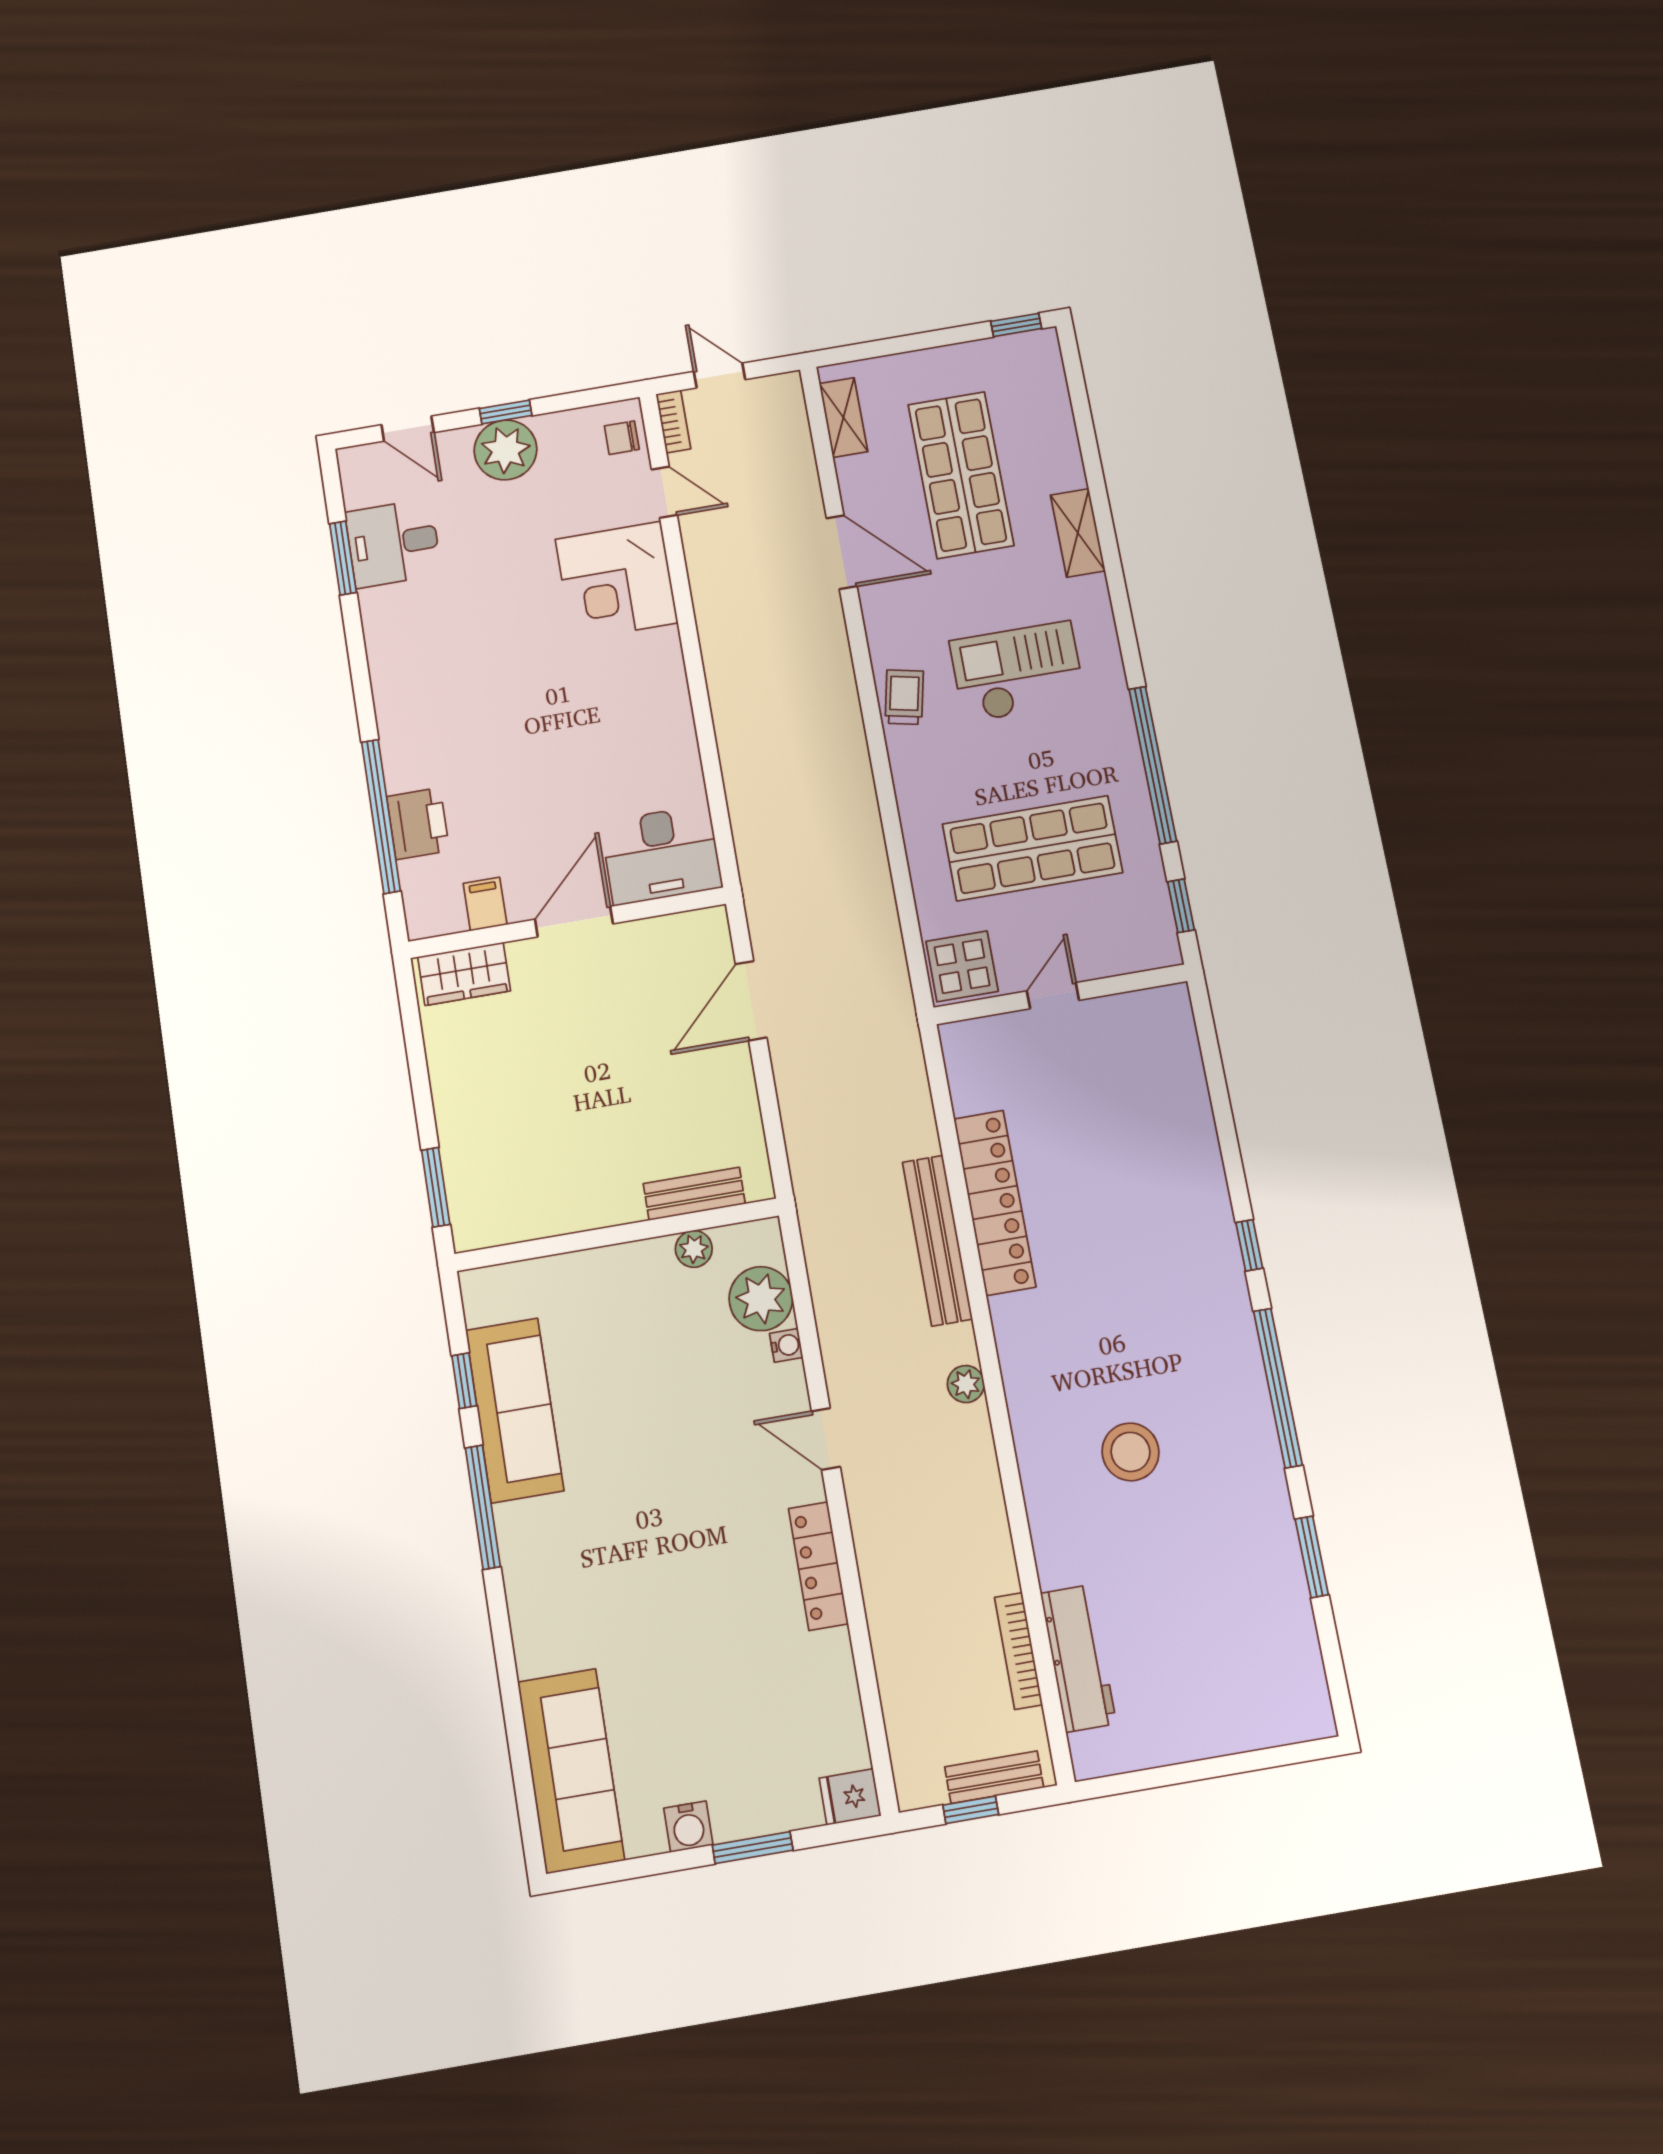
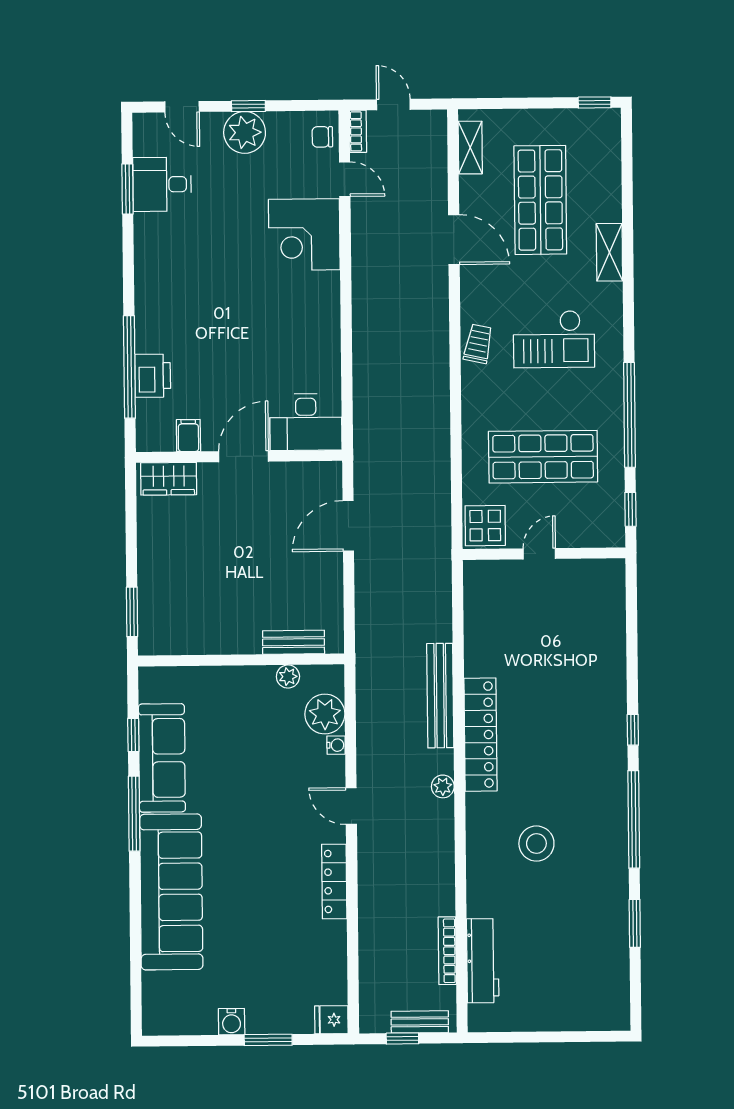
checkout: (1017, 672) -> (554, 339), turned 180
locker: (995, 1203) -> (480, 735), moved
sofa: (571, 1771) -> (171, 892), moved, width x1.36, depth x1.27

